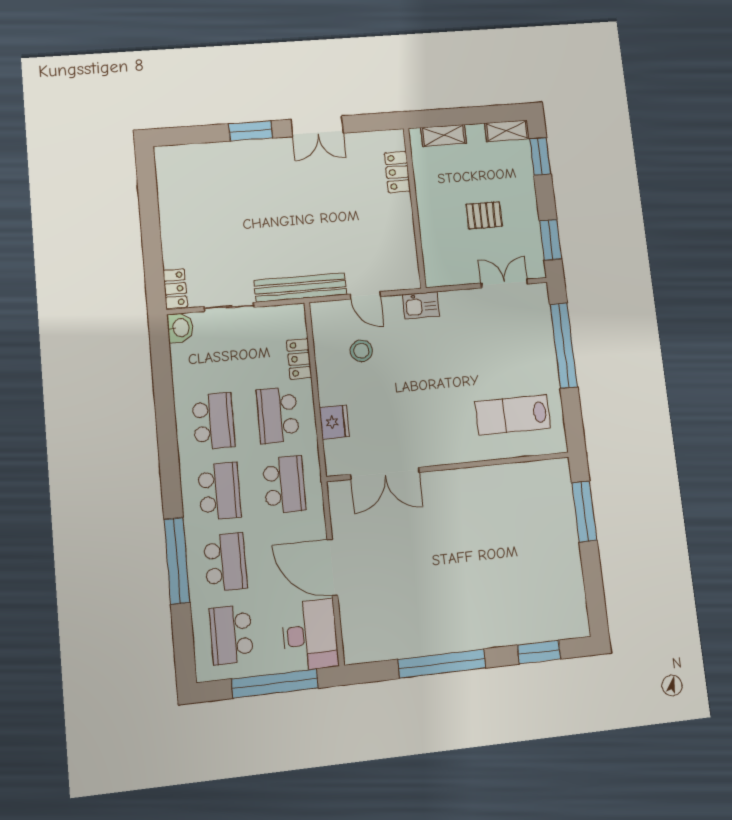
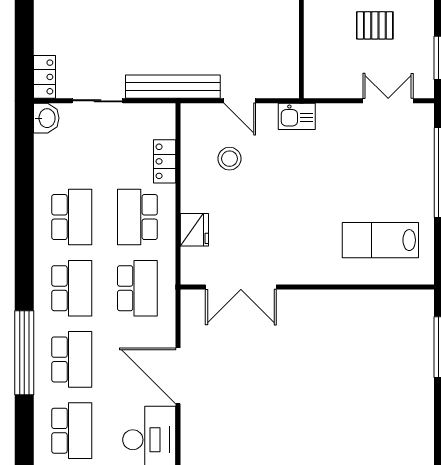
school desk: (231, 635) -> (72, 431), turned 180

